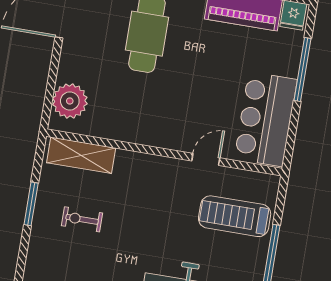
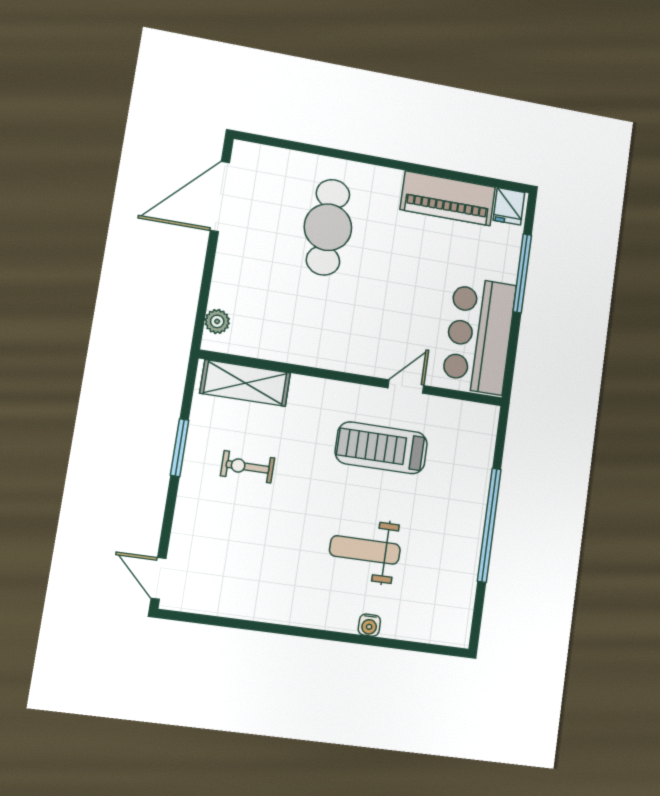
plant: (70, 101) -> (217, 321), width x0.53, depth x0.53
treadmill: (235, 216) -> (381, 448), moved

